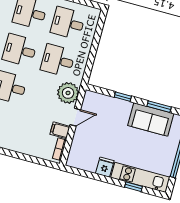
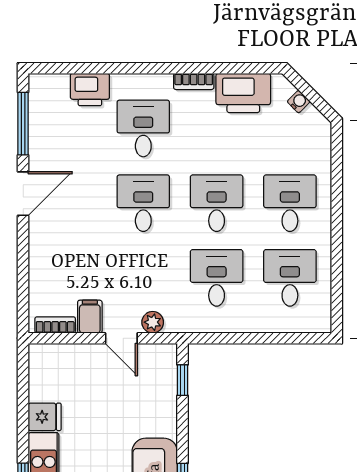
plant: (68, 93) -> (153, 322), width x0.53, depth x0.53
window: (123, 97) -> (182, 380), moved

